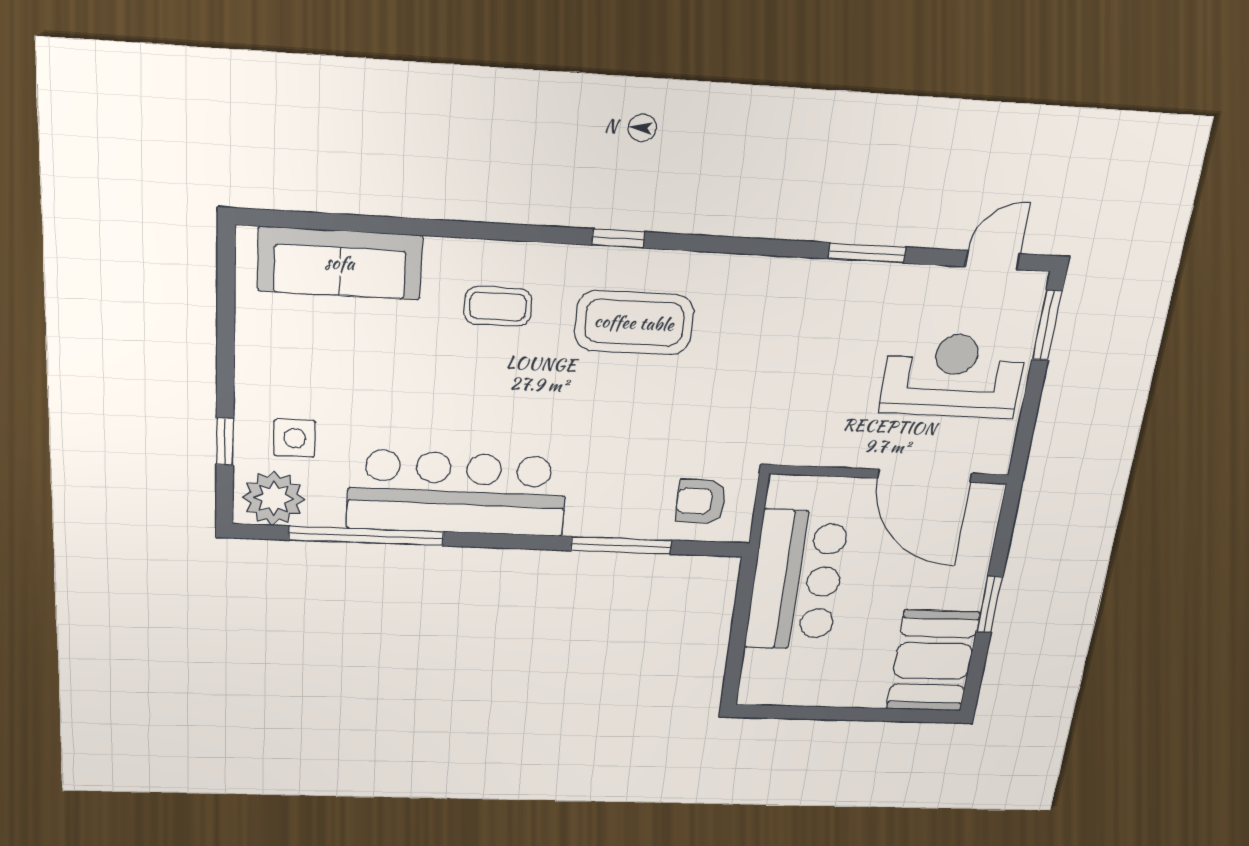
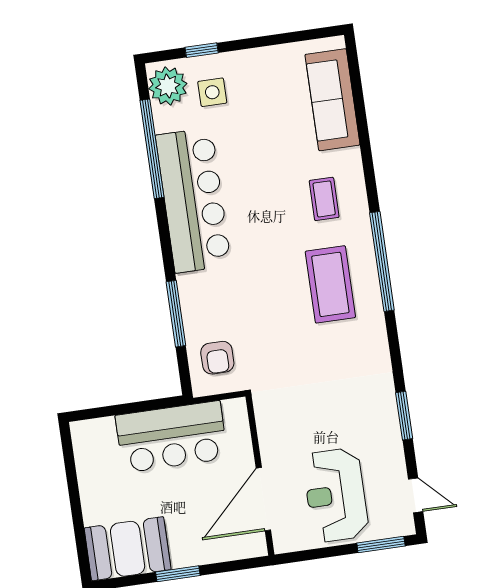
window: (618, 239) -> (382, 261), width x3.17
reception desk: (953, 376) -> (336, 495), turned 180
armchair: (701, 501) -> (217, 358), turned 180

